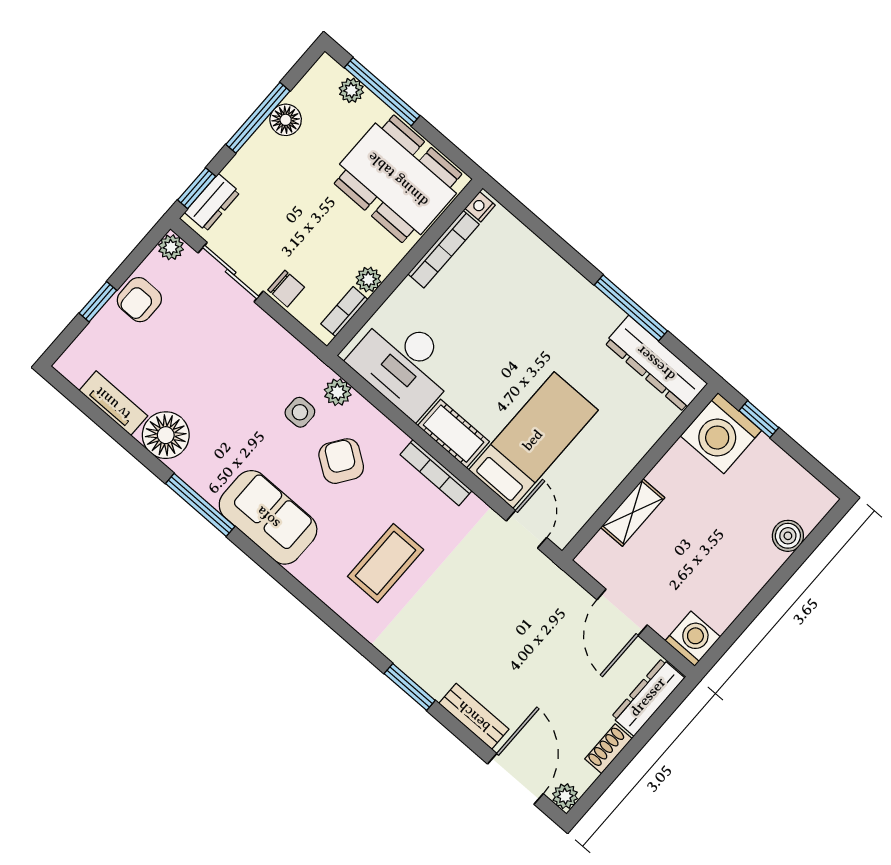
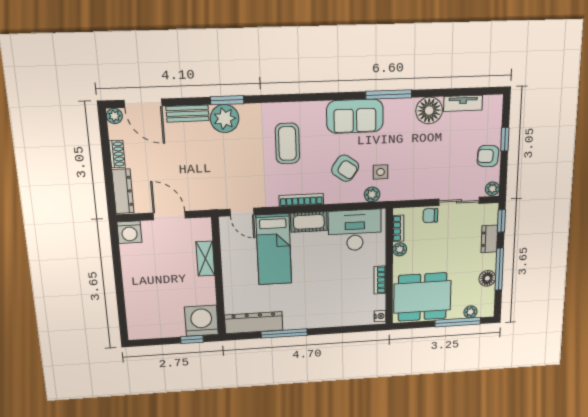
dresser: (212, 202) -> (489, 239), moved
bookcase: (444, 249) -> (380, 280), width x0.64
armchair: (139, 300) -> (488, 156), turned -86
boiler: (788, 536) -> (134, 307), removed
plant: (434, 668) -> (225, 118), added

